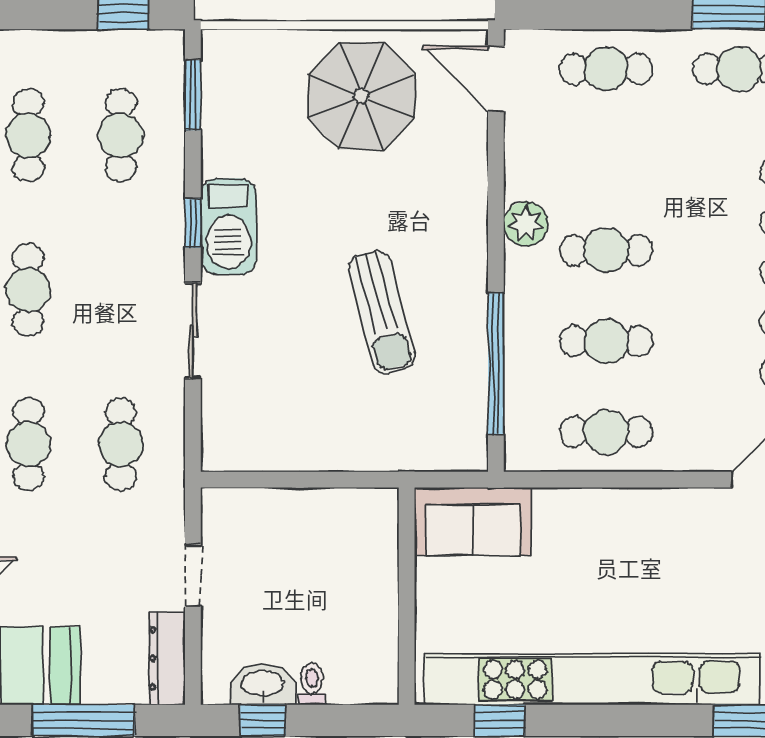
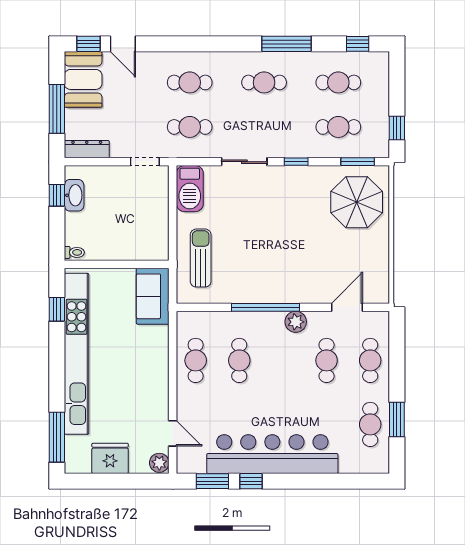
door: (496, 78) -> (347, 307), moved
parasol: (361, 96) -> (357, 202), moved
barbecue: (229, 226) -> (190, 189), moved, turned -90
cafe table: (606, 250) -> (327, 360), moved
sun lounger: (381, 312) -> (201, 258), moved, turned 105
window: (496, 364) -> (265, 307), moved
doorway: (193, 576) -> (145, 162), moved
toilet: (312, 684) -> (74, 252), moved

